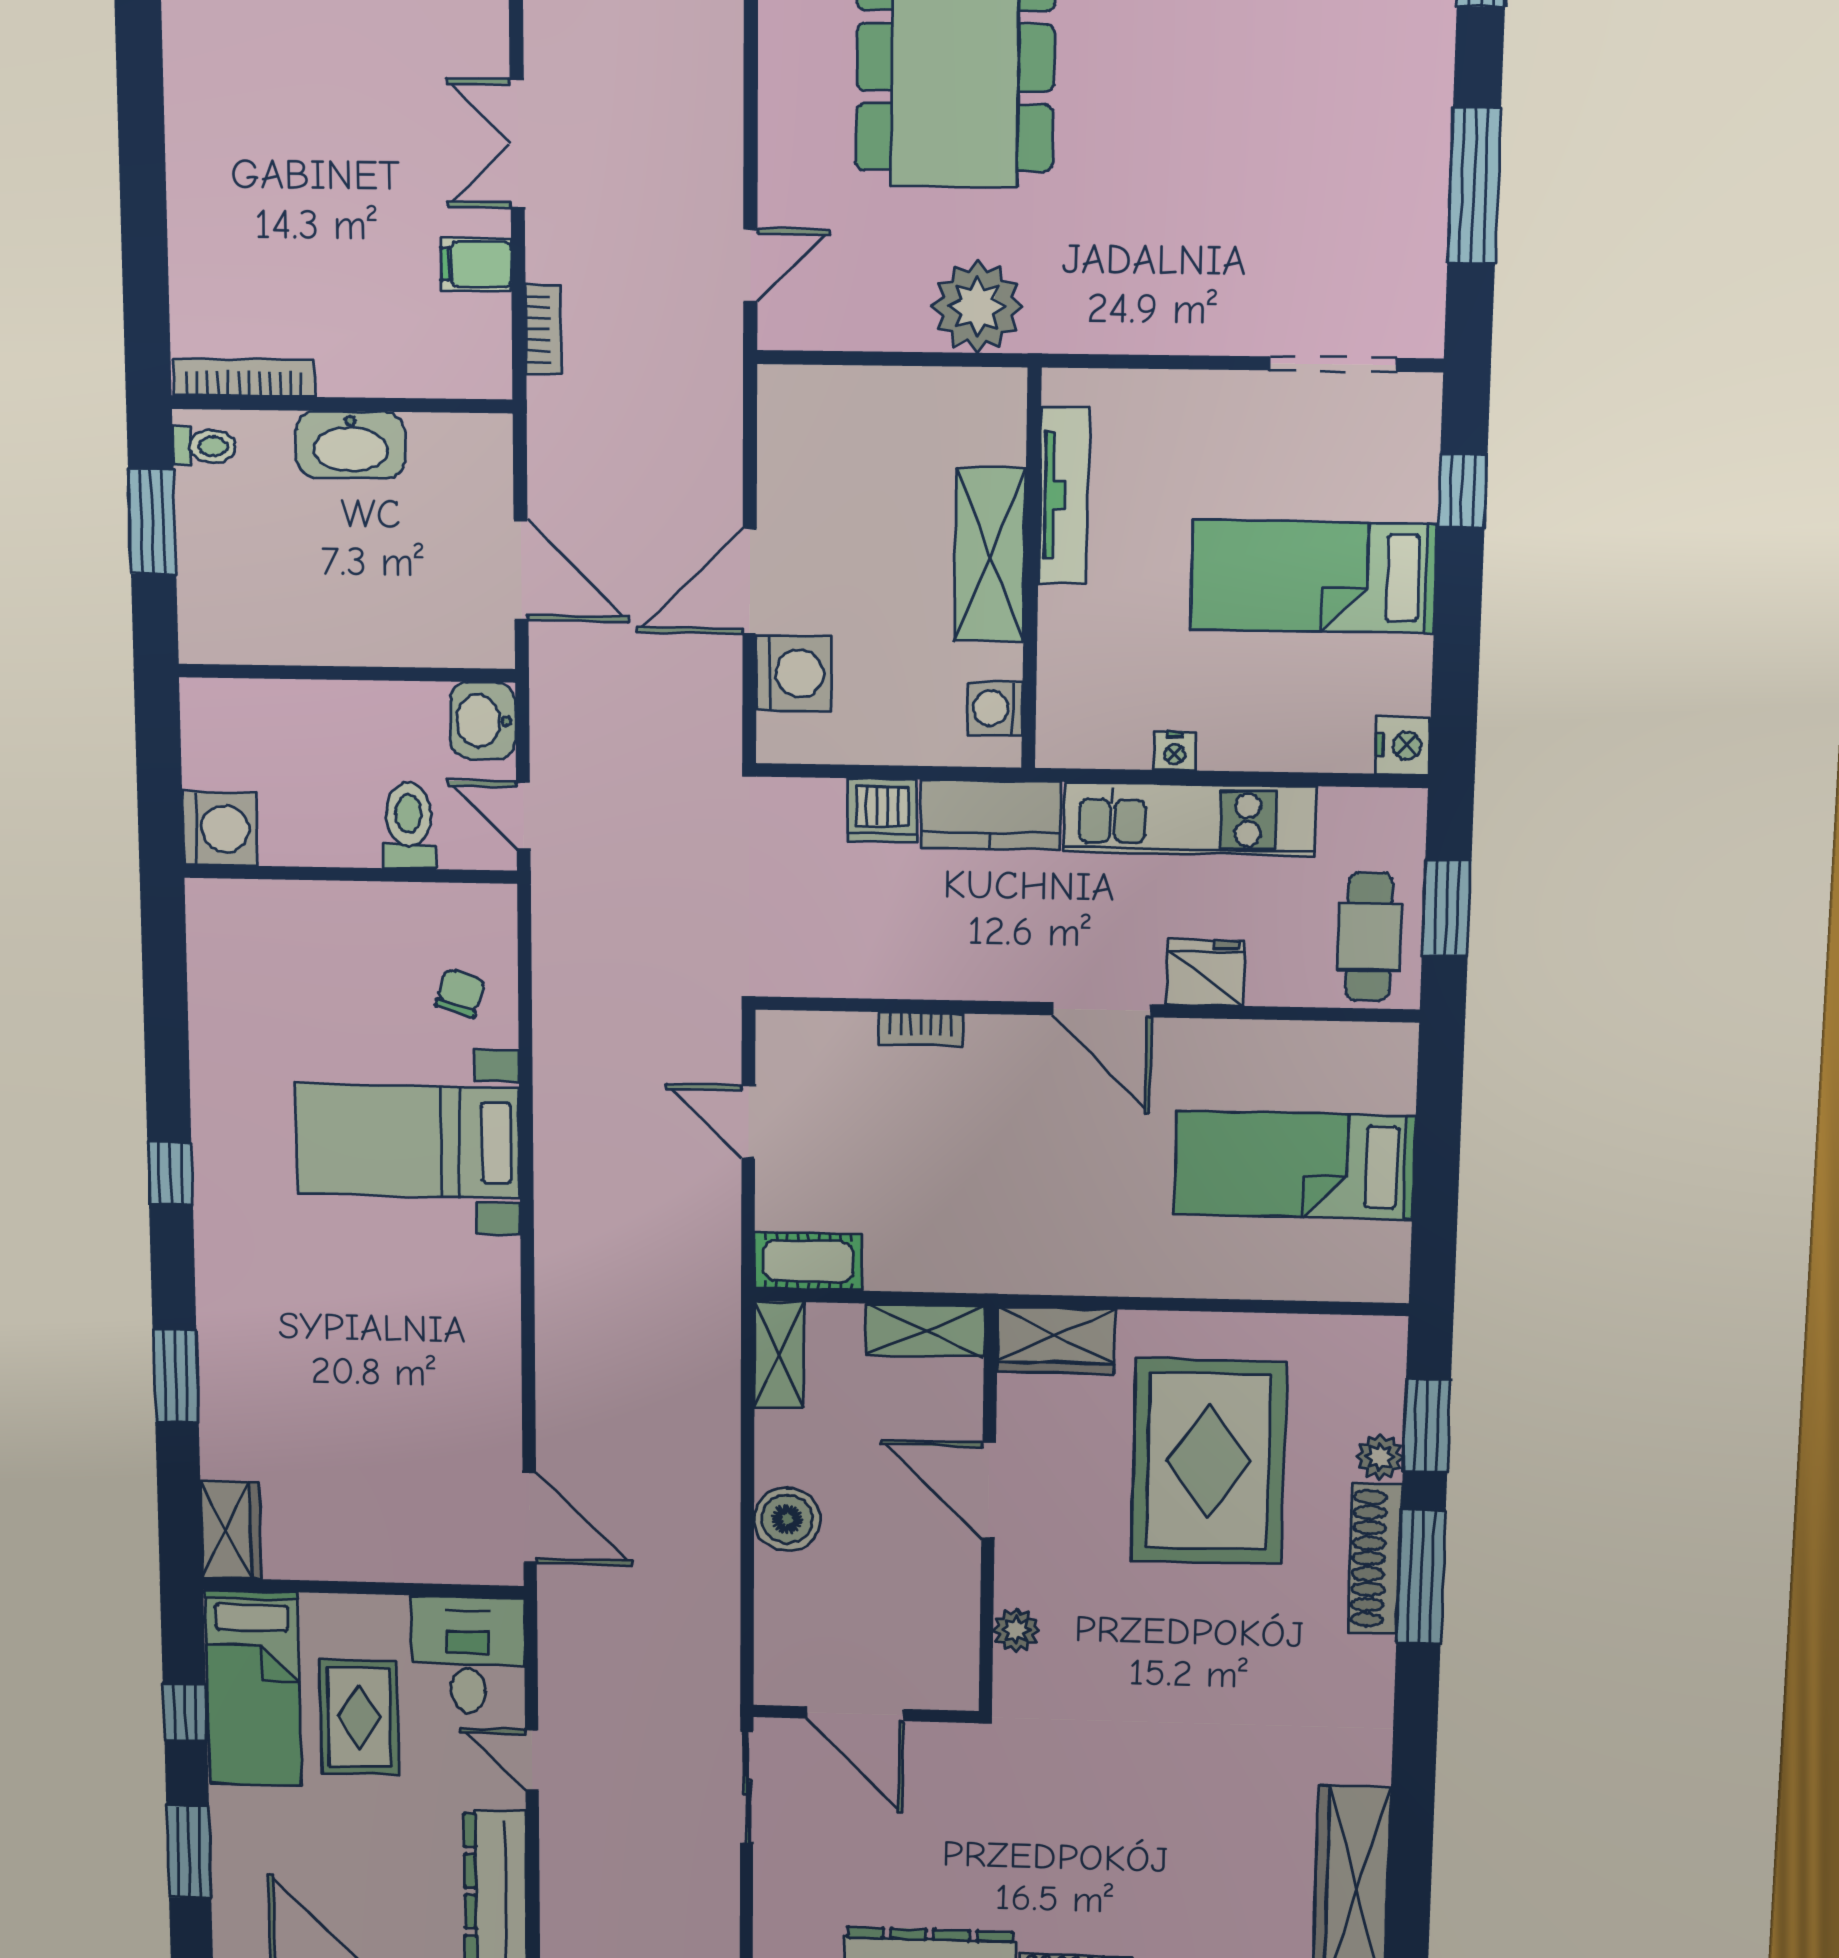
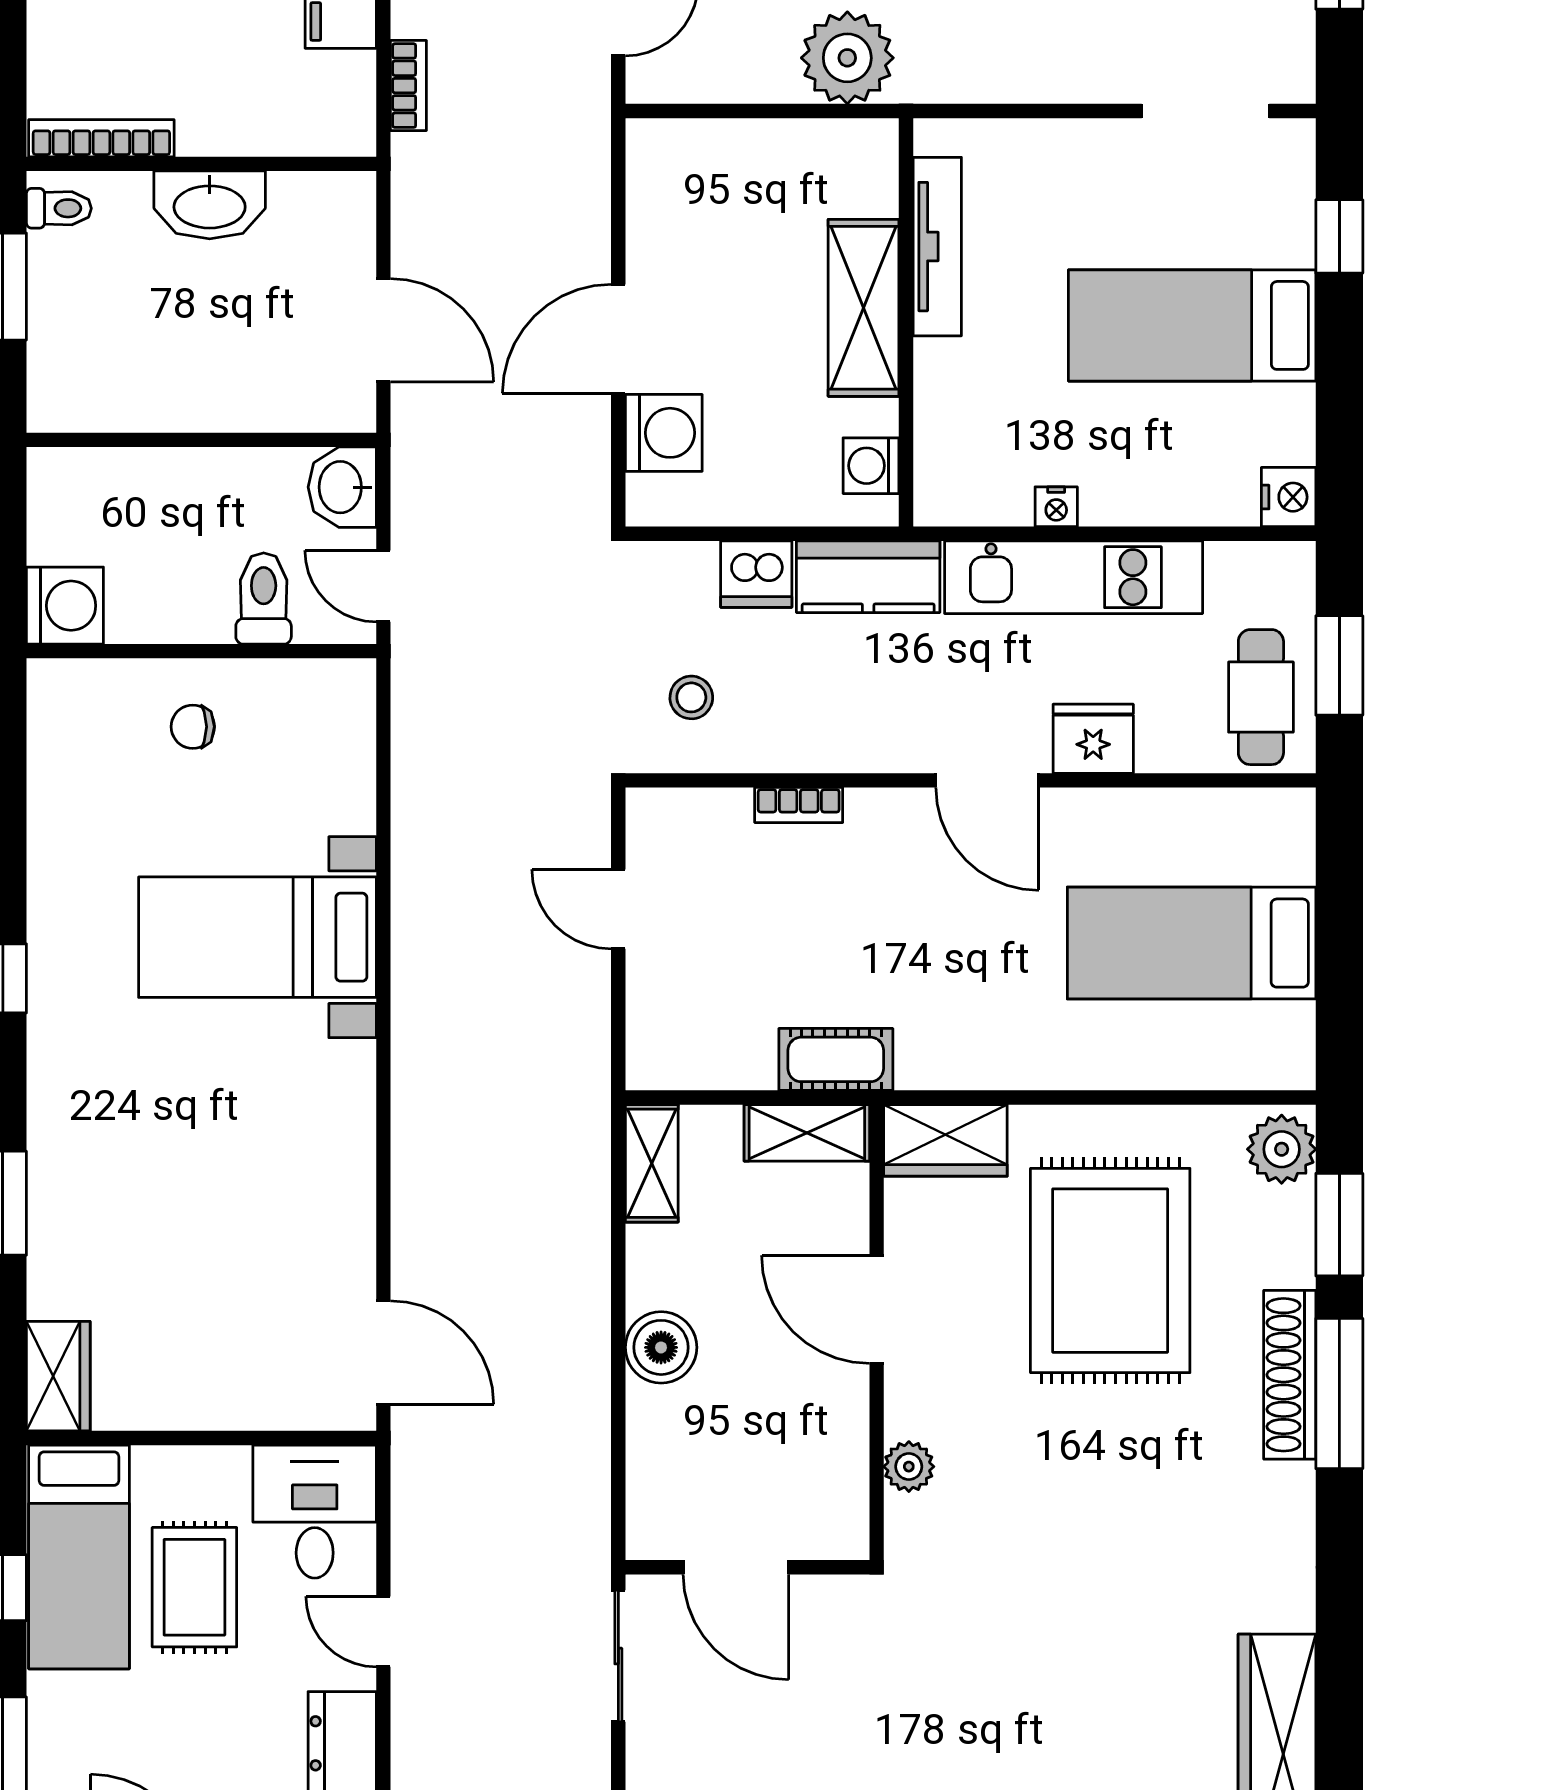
stool: (819, 926) -> (691, 697), added
chair: (460, 993) -> (193, 727), moved, turned -108
cot: (808, 1261) -> (836, 1059), moved
plant: (1380, 1457) -> (1282, 1149), moved, width x1.38, depth x1.38

